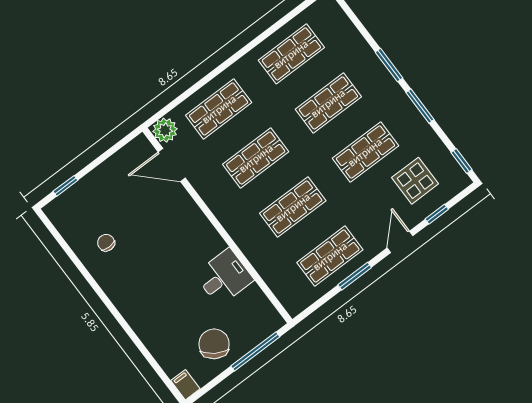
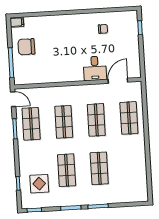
shop shelf: (291, 54) -> (132, 166), removed
plant: (165, 130) -> (135, 88), removed
door: (400, 242) -> (13, 99), moved
desk: (224, 277) -> (95, 68), moved
chair: (214, 344) -> (26, 47), turned 147

